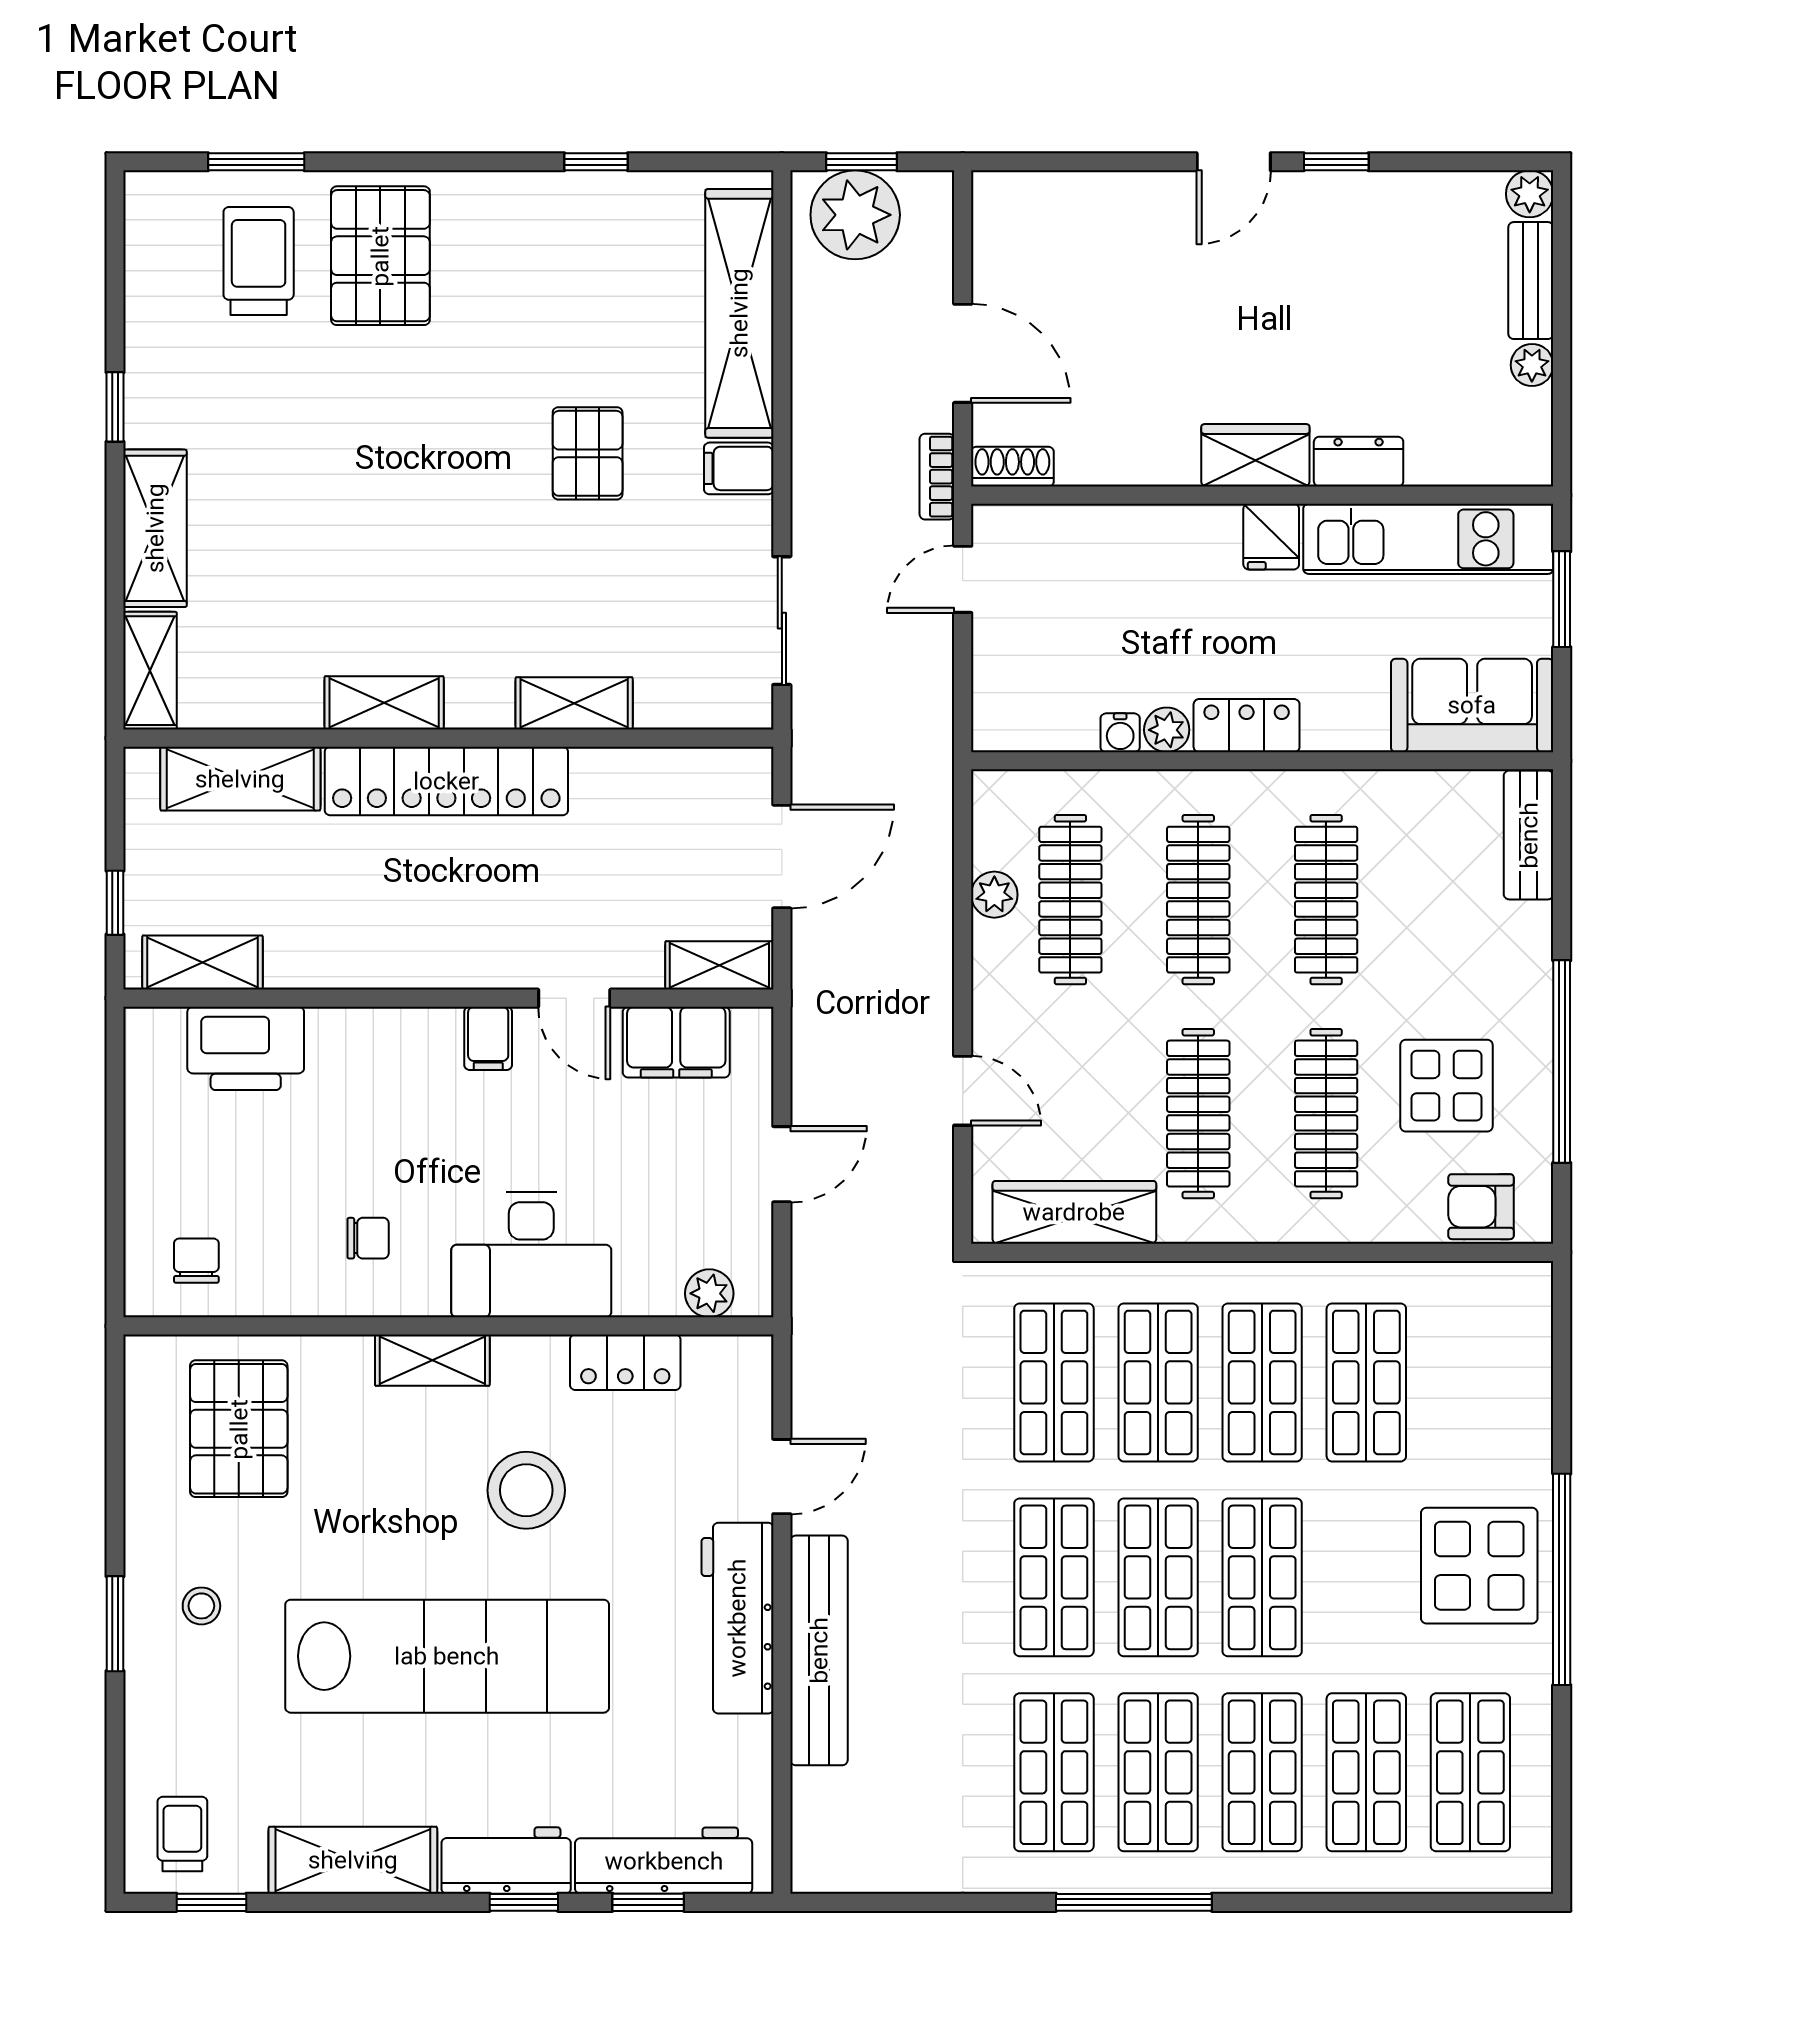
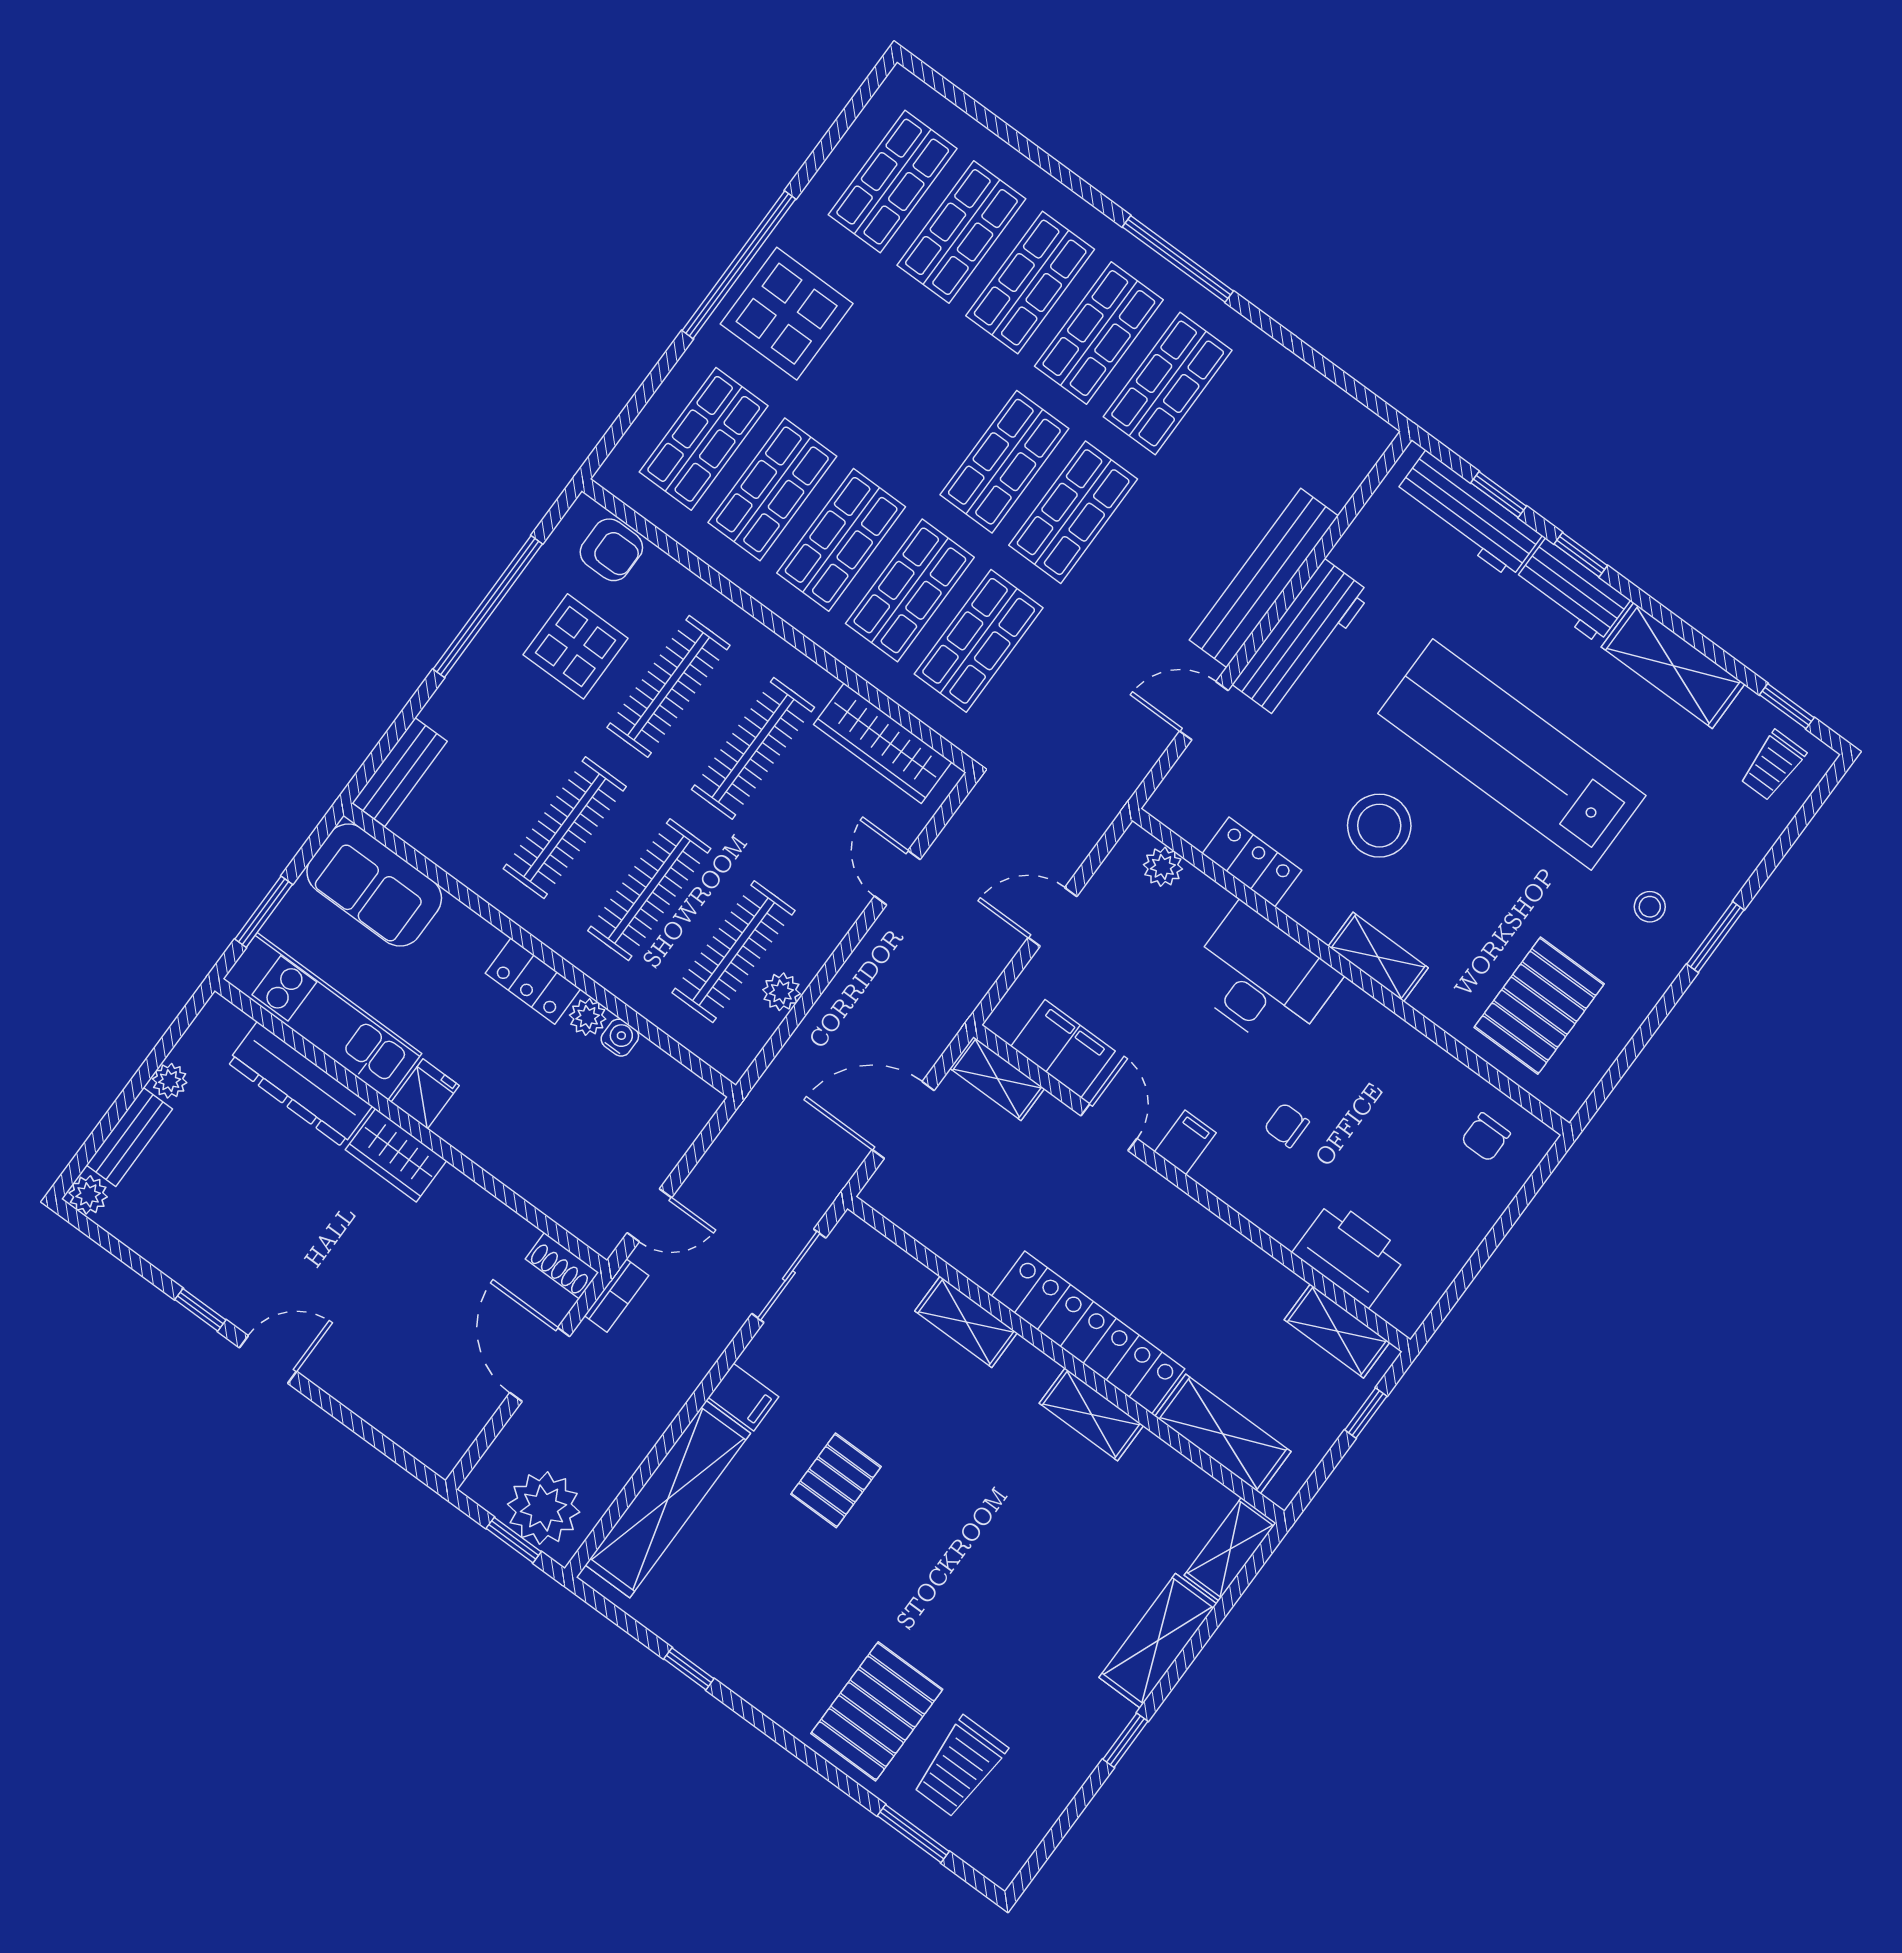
dresser: (1359, 462) -> (300, 1084), width x1.96, depth x1.24
chair: (368, 1238) -> (1287, 1125), moved
shop shelf: (1262, 1577) -> (704, 439), moved

